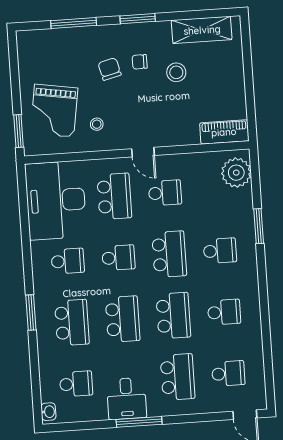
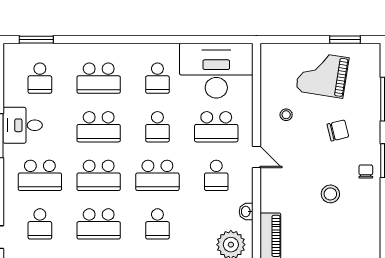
shelving: (202, 30) -> (369, 221), removed
chair: (140, 62) -> (366, 171), moved
grand piano: (54, 111) -> (322, 74), moved
window: (18, 131) -> (345, 40), moved
door: (143, 152) -> (257, 157), swing flipped
school desk: (224, 312) -> (99, 224), width x1.85
window: (31, 313) -> (36, 40), moved
washbasin: (48, 412) -> (246, 212), moved, turned 90

